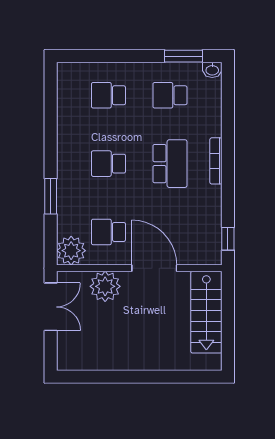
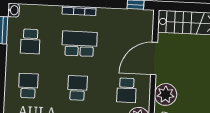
school desk: (108, 95) -> (28, 86), turned 180
school desk: (108, 164) -> (77, 88), turned 180

